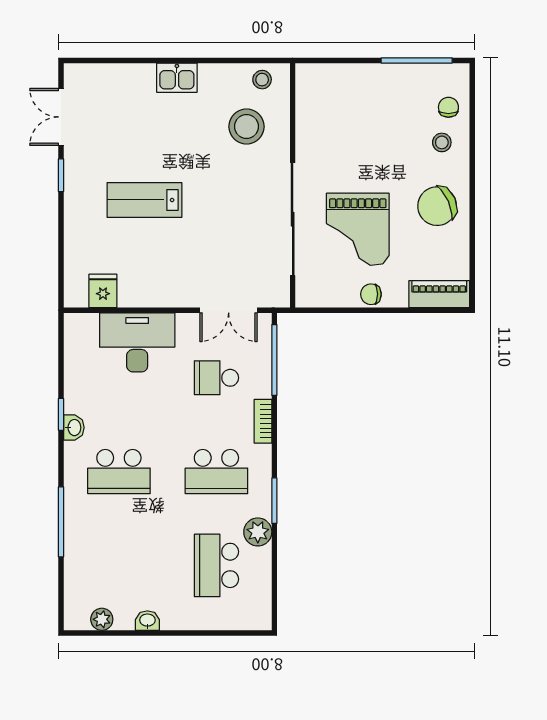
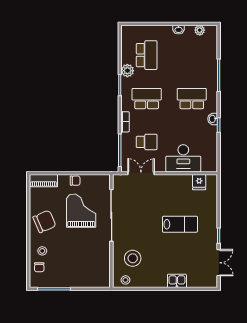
kitchen sink: (177, 78) -> (177, 281), moved

